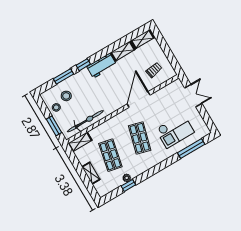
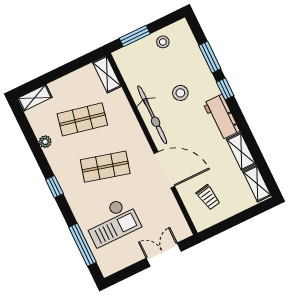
stool: (66, 96) -> (180, 93), moved
double door: (193, 96) -> (164, 255), swing flipped
bicycle: (85, 121) -> (152, 115), moved
checkout: (175, 131) -> (112, 222), turned -90
shelving: (91, 173) -> (35, 98), moved
window: (128, 185) -> (54, 187), moved

